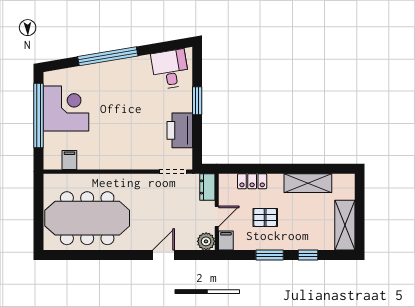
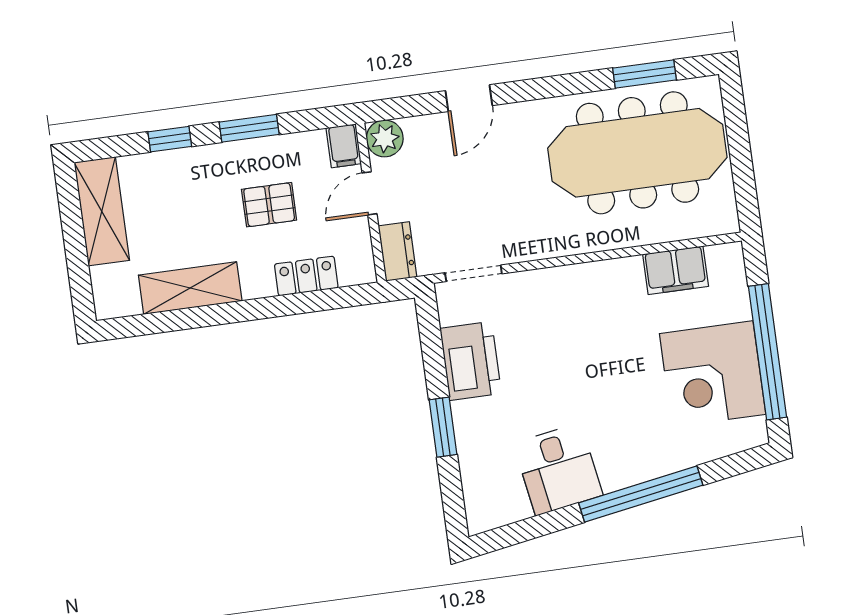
desk: (170, 69) -> (558, 469), moved
filing cabinet: (69, 160) -> (676, 270), width x2.00
window: (79, 255) -> (644, 74), added

